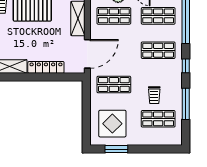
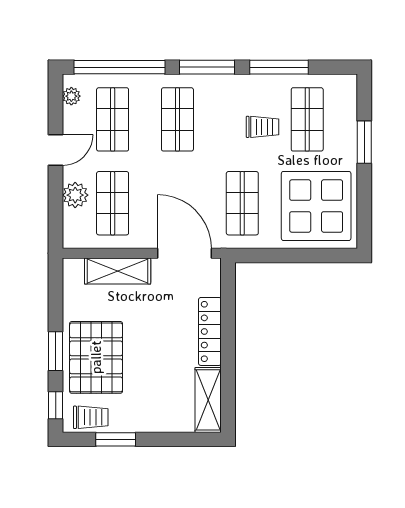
window: (186, 66) -> (207, 67), width x2.17
display table: (112, 124) -> (316, 206), width x1.36, depth x1.36
window: (116, 149) -> (364, 142), moved

